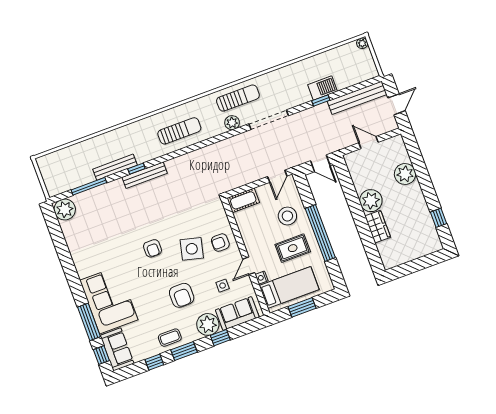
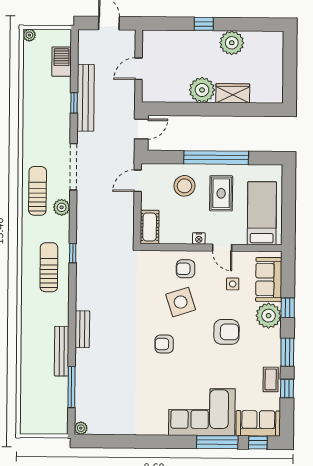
barbecue: (322, 88) -> (62, 62), moved
bench: (357, 98) -> (86, 98), moved
window: (136, 169) -> (73, 253), moved
plant: (405, 174) -> (232, 43), moved
bench: (145, 175) -> (82, 329), width x0.73
door: (277, 176) -> (138, 181), swing flipped
plant: (65, 209) -> (81, 428), width x0.53, depth x0.53
window: (438, 218) -> (204, 24), moved
armchair: (220, 243) -> (186, 269), turned 90
armchair: (153, 248) -> (164, 344), turned 180
side table: (192, 249) -> (181, 302), turned -32
nightstand: (262, 278) -> (199, 238), moved
window: (302, 307) -> (289, 208), removed
coffee table: (170, 338) -> (271, 379), moved

